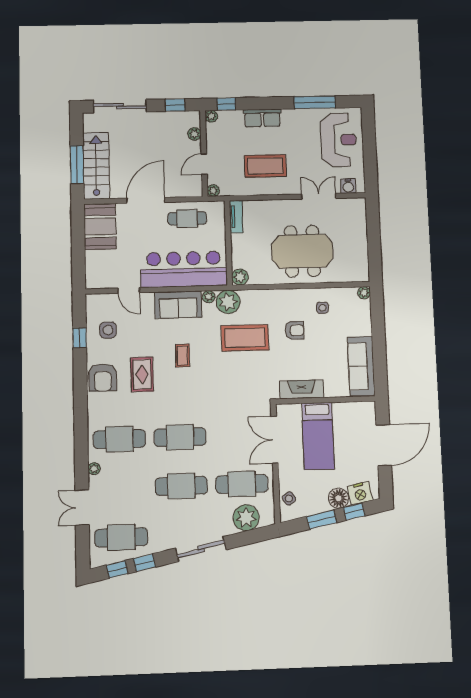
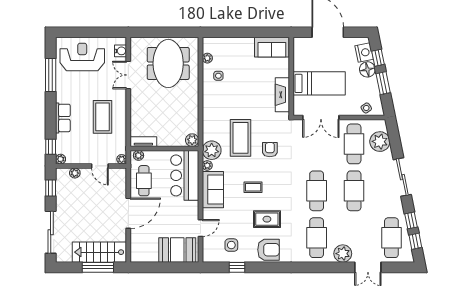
door: (146, 200) -> (128, 213), swing flipped
plant: (219, 211) -> (138, 155), added
booth: (100, 226) -> (177, 250), moved
meeting table: (302, 251) -> (168, 63), moved
bar counter: (184, 269) -> (185, 175), width x0.73
plant: (364, 293) -> (207, 58), moved
armchair: (294, 330) -> (270, 150), moved
sofa: (361, 366) -> (272, 47), width x0.73
plant: (94, 469) -> (343, 254), width x1.88, depth x1.88

